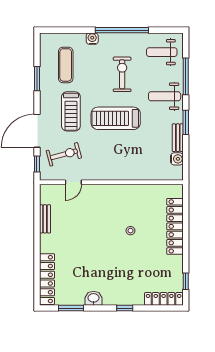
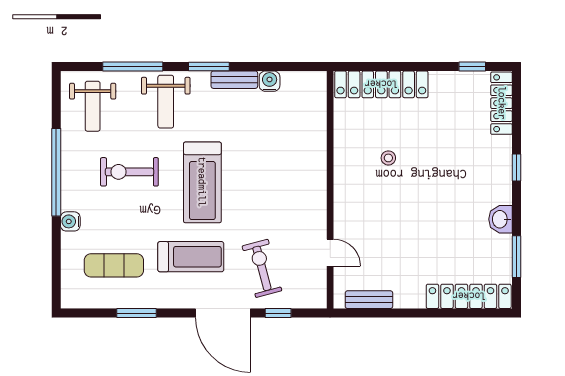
door: (73, 182) -> (330, 253), moved
wall: (111, 182) -> (330, 190), moved

